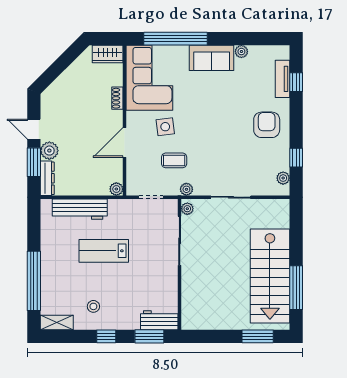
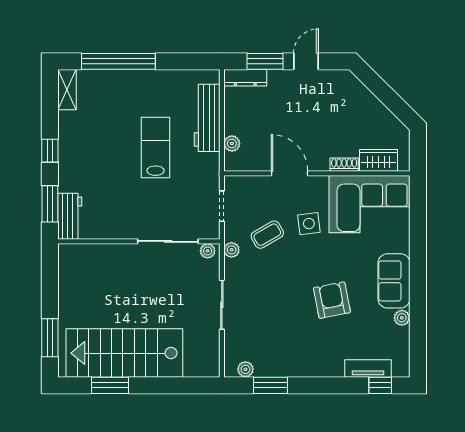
window: (176, 39) -> (418, 236), removed
wardrobe: (108, 54) -> (378, 160), moved, turned 90
window: (296, 82) -> (380, 385), moved
armchair: (267, 125) -> (332, 300), moved, turned -101
plant: (49, 151) -> (279, 80), removed
window: (296, 158) -> (271, 385), width x1.50
coffee table: (174, 160) -> (267, 235), turned 60
plant: (116, 189) -> (232, 144), moved
window: (296, 288) -> (110, 385), width x0.69
stool: (93, 306) -> (87, 135), removed

